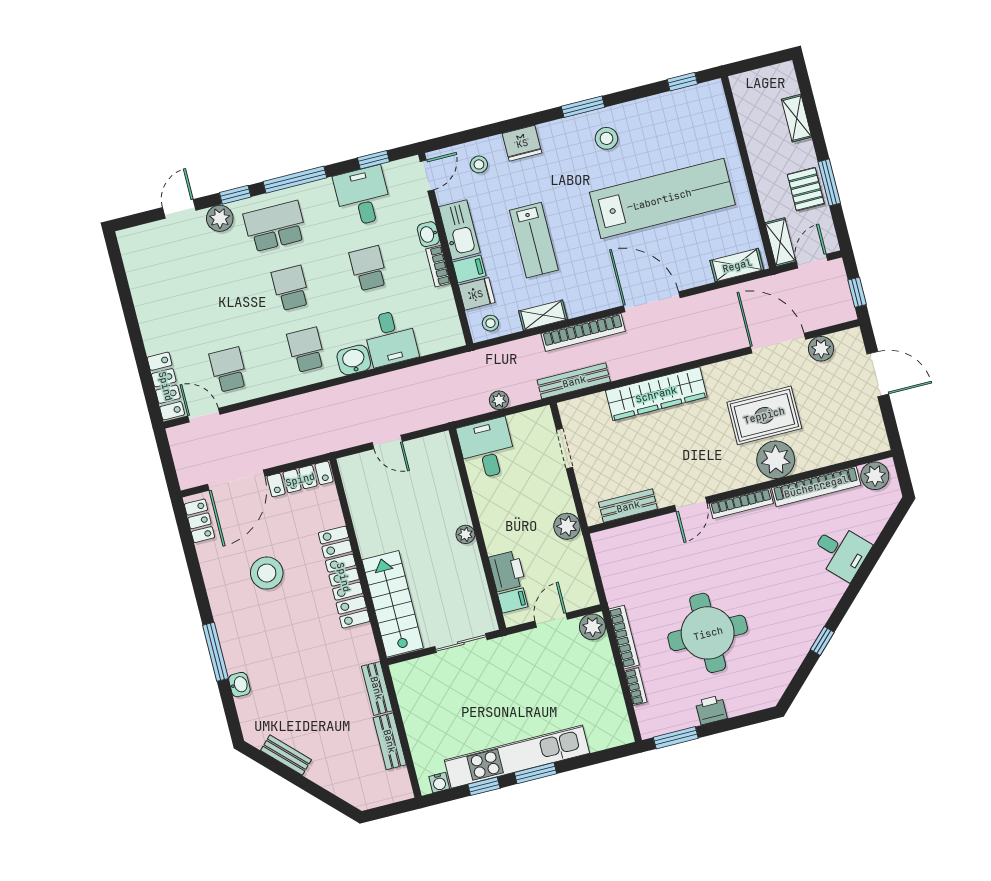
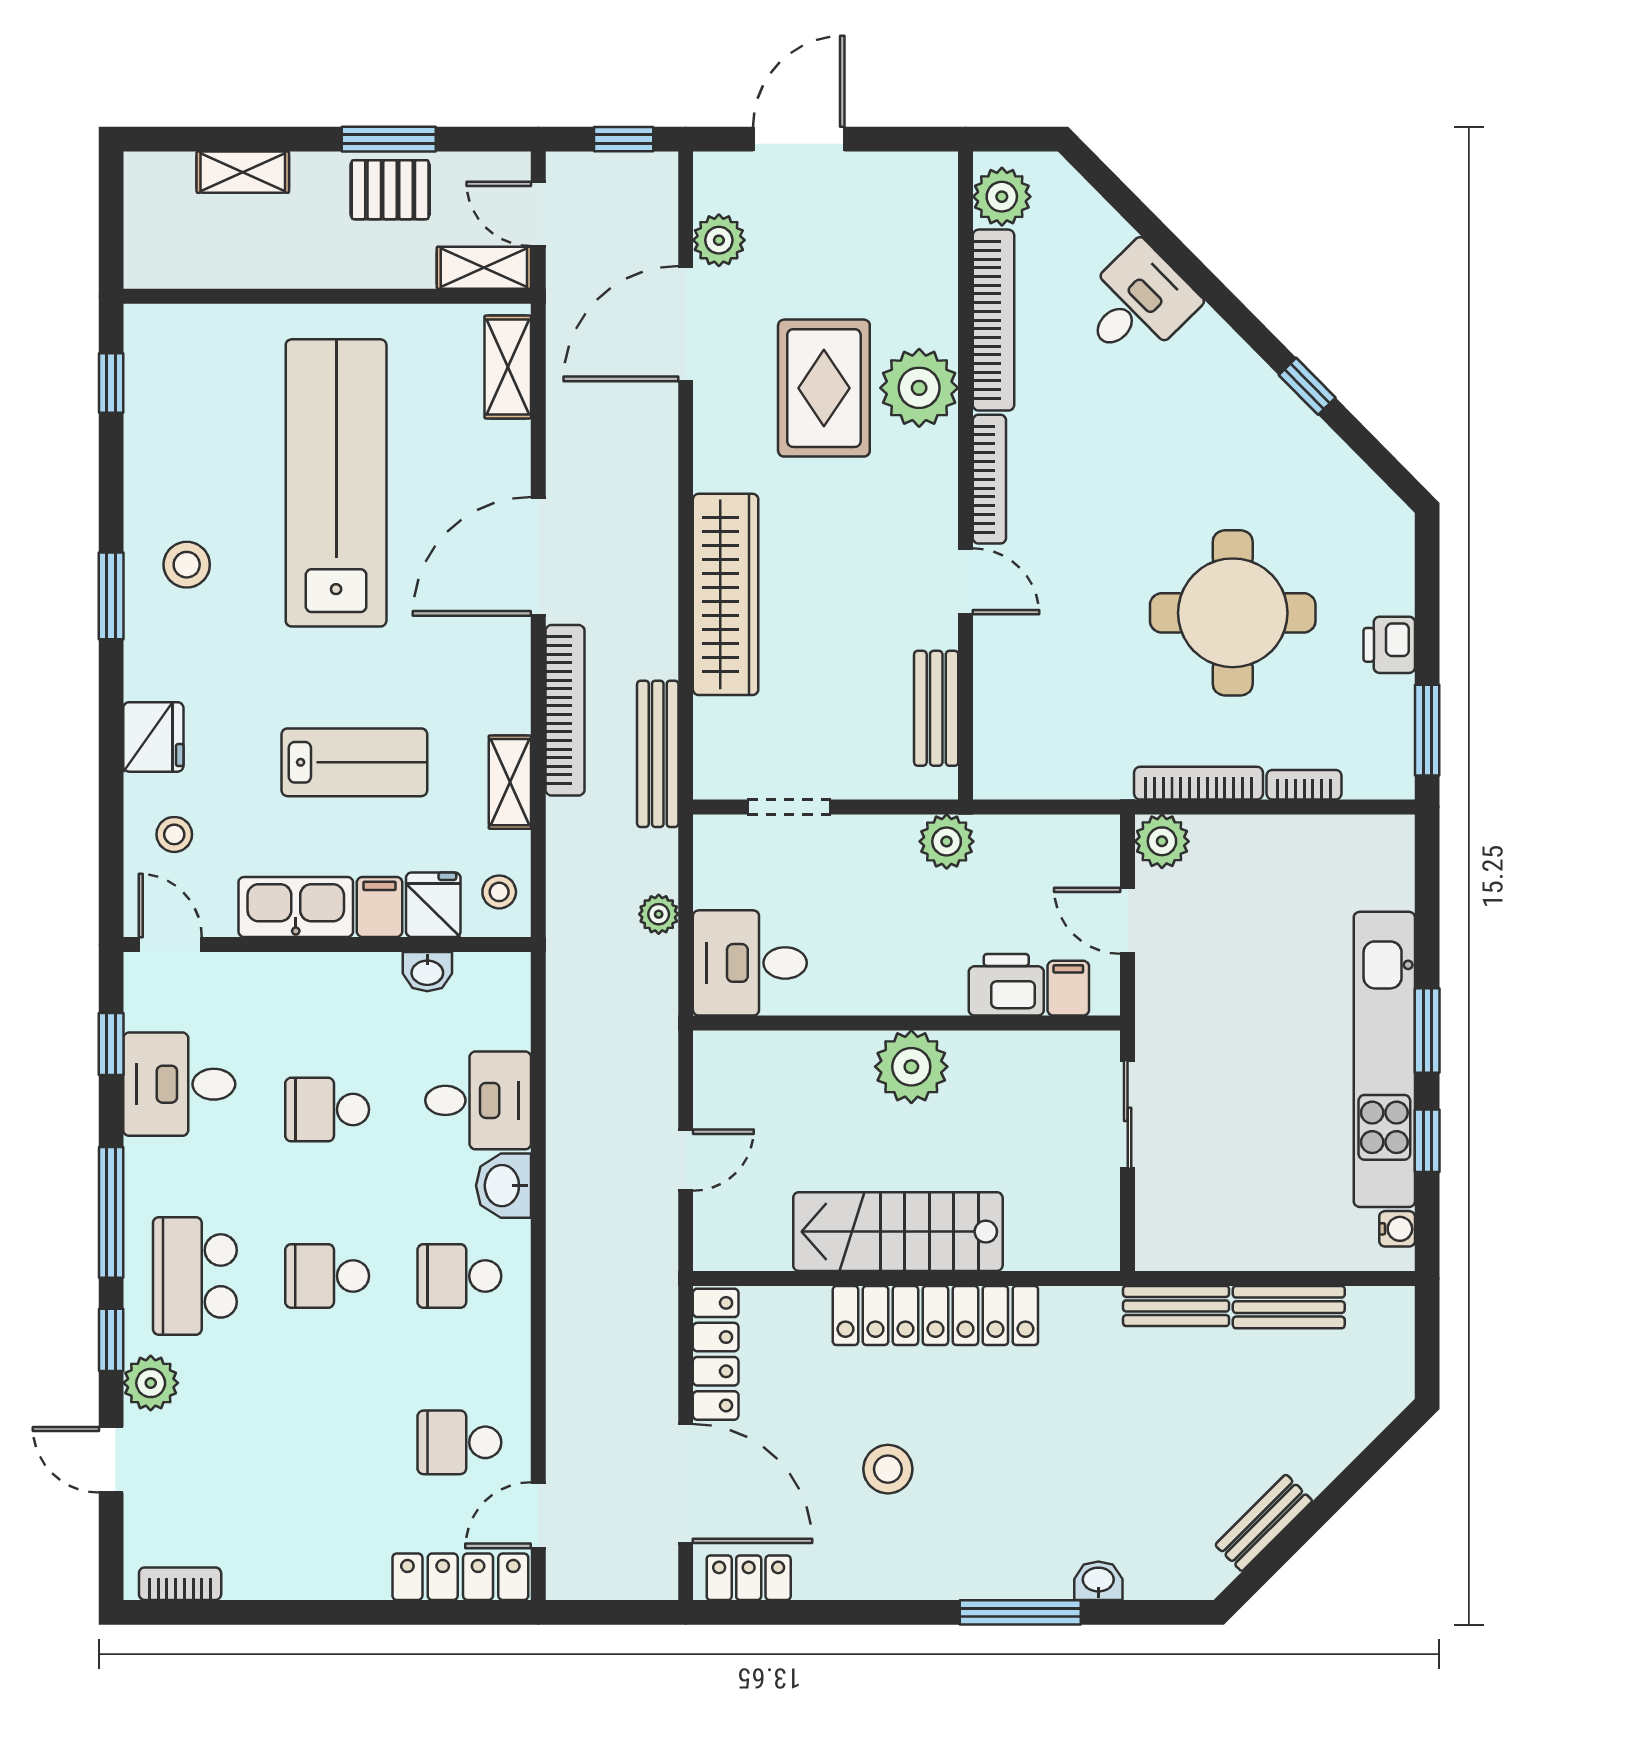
washbasin: (428, 234) -> (427, 972), moved
bookcase: (438, 266) -> (180, 1584), moved, turned 180
plant: (465, 534) -> (911, 1067), width x1.88, depth x1.88
stool: (267, 573) -> (888, 1469), width x0.73, depth x0.73
stairs: (393, 604) -> (898, 1232), moved

